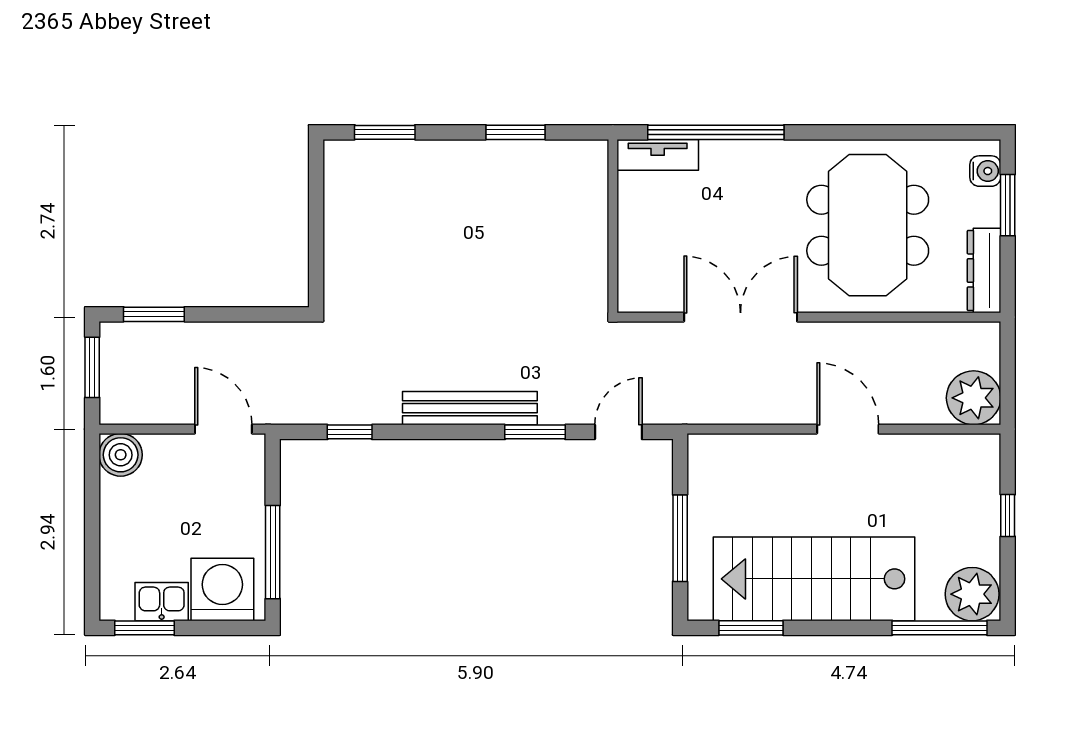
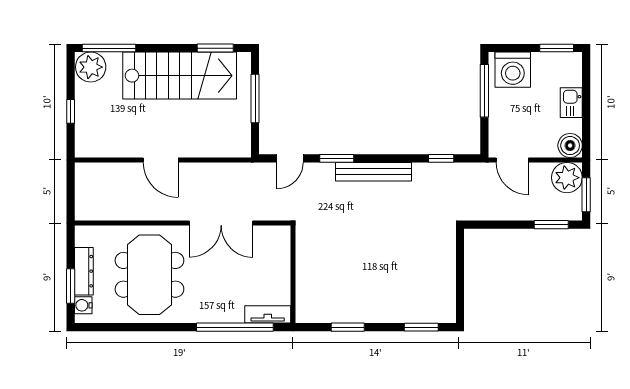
dresser: (984, 270) -> (84, 271), moved
plant: (974, 398) -> (567, 178), moved
kitchen sink: (162, 602) -> (571, 103), moved, turned 90

